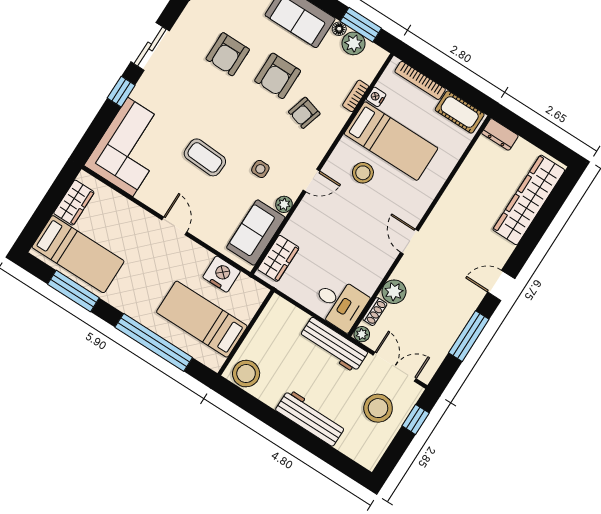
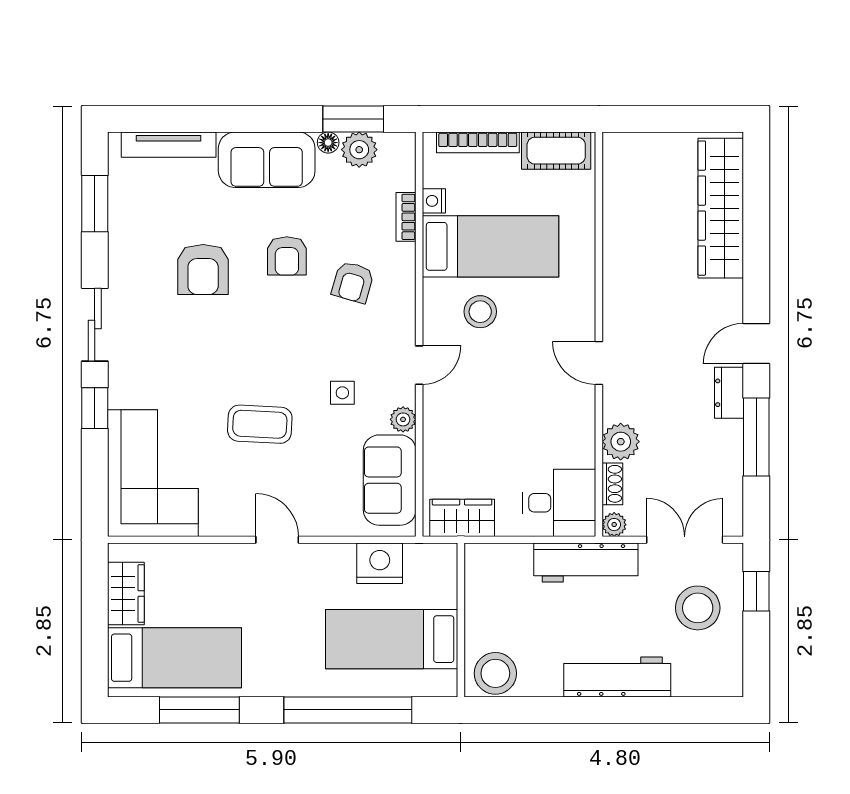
armchair: (278, 76) -> (287, 256), width x0.72, depth x0.72
dresser: (500, 134) -> (729, 393), moved, turned 90
wardrobe: (278, 258) -> (462, 518), moved, turned -90

